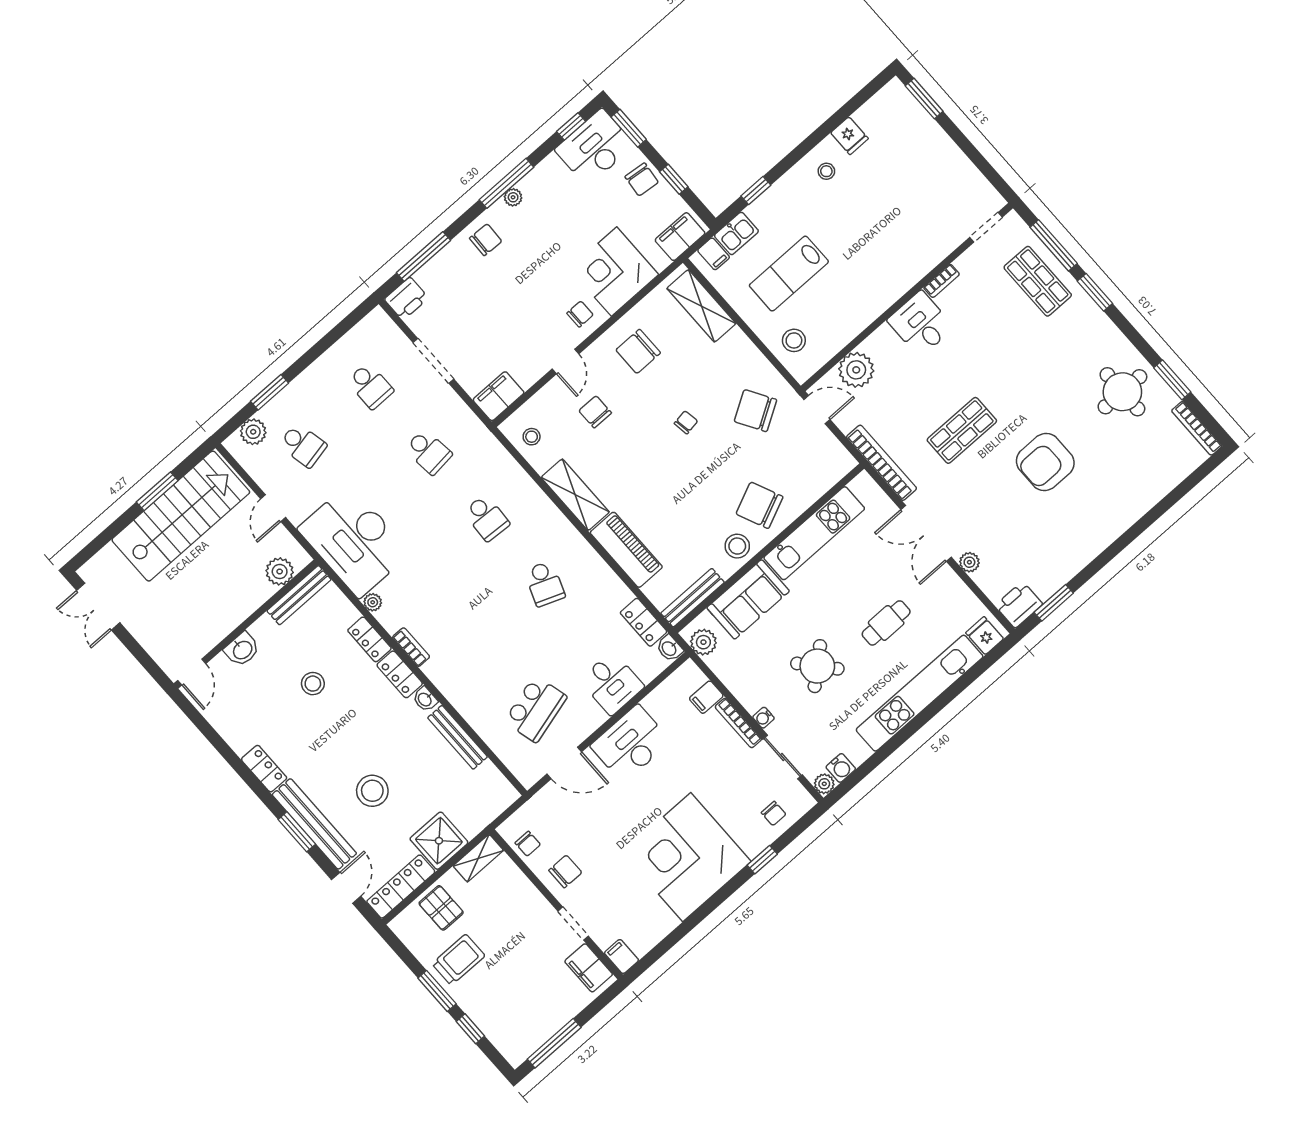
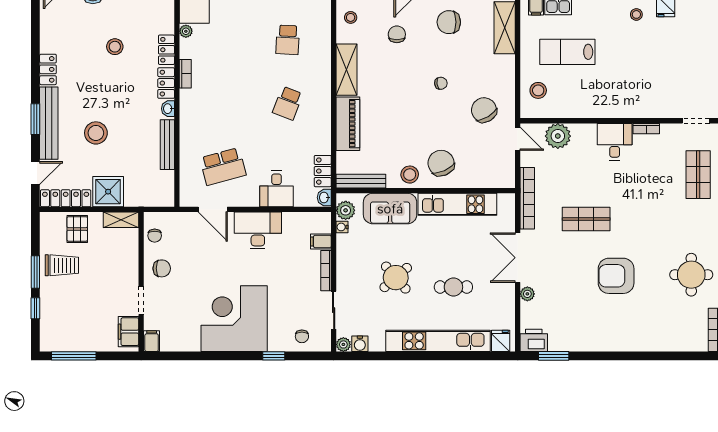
water cooler: (764, 718) -> (342, 227), moved

